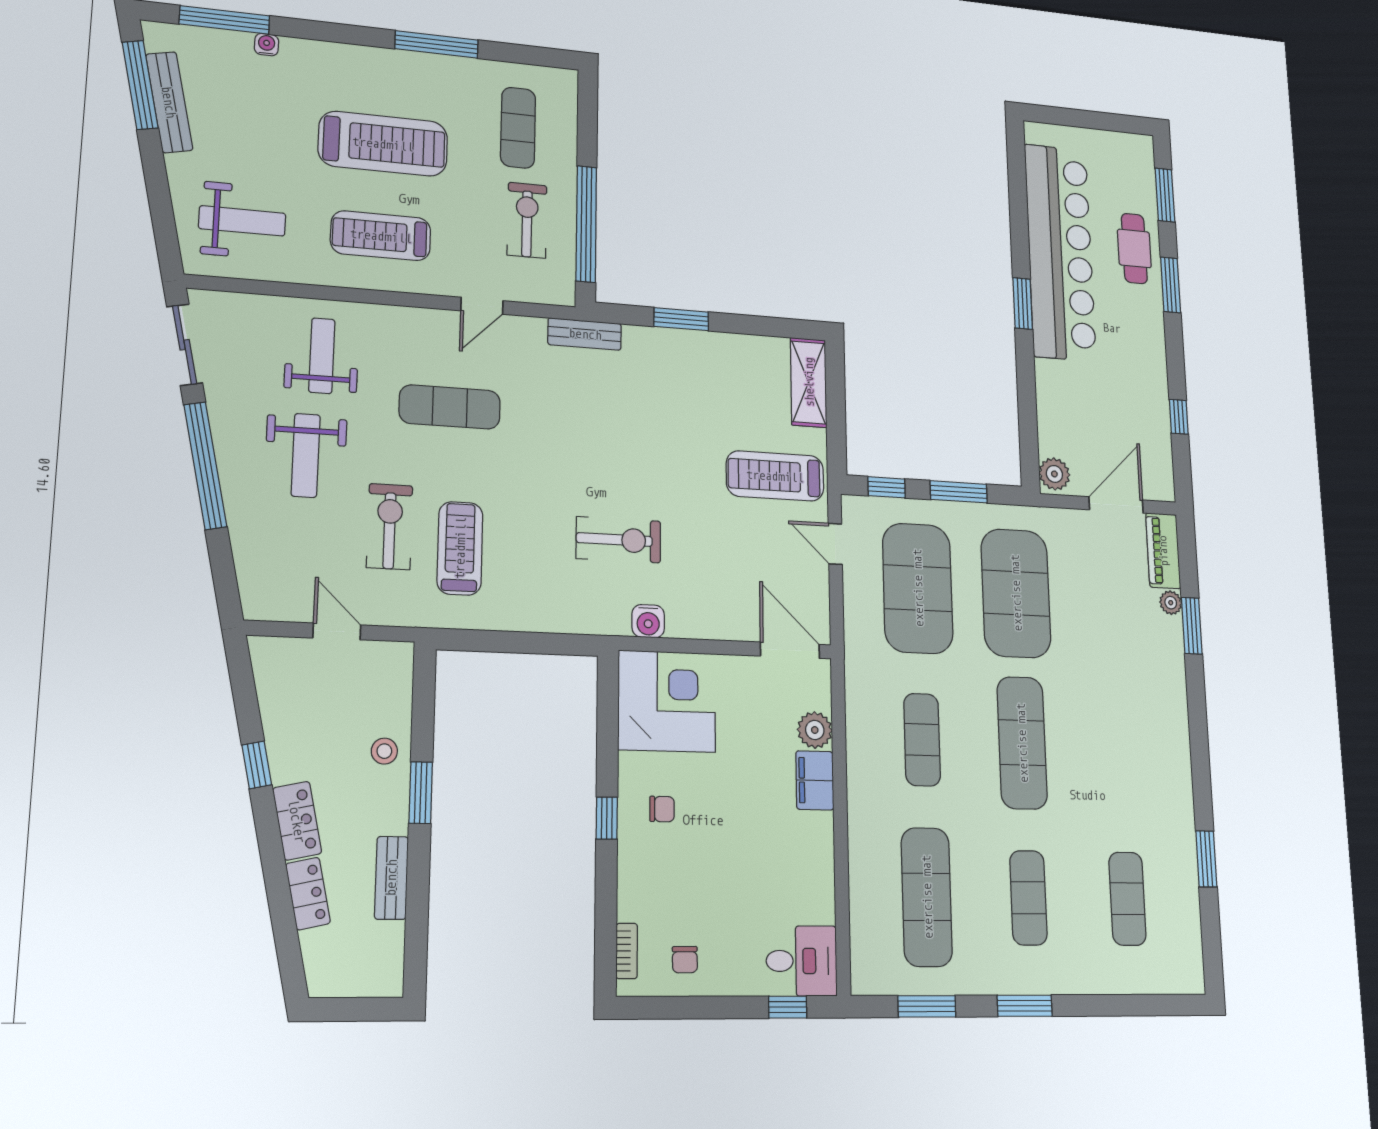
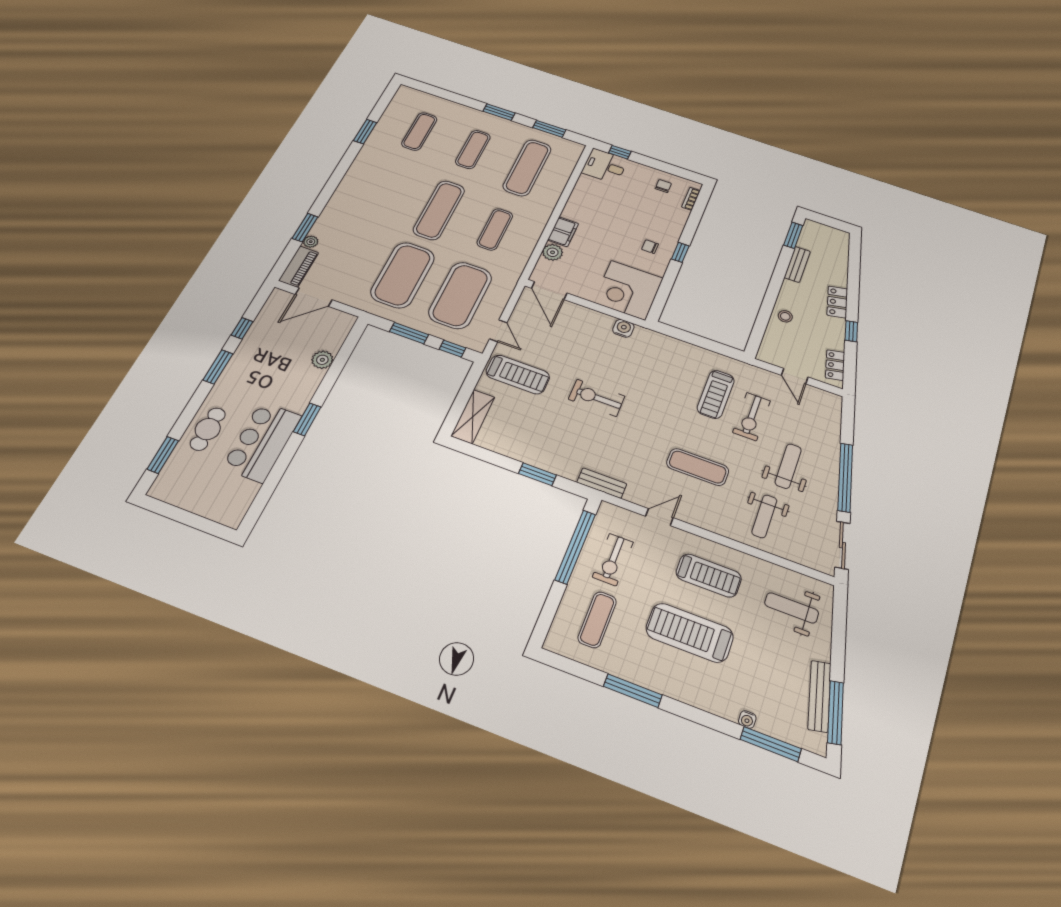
bar counter: (1060, 252) -> (262, 442), width x0.54
window: (1171, 285) -> (218, 367), moved
plant: (1054, 474) -> (322, 360), moved
exercise bike: (619, 540) -> (597, 398), moved
window: (421, 793) -> (793, 235), moved
locker: (308, 894) -> (835, 365), moved

